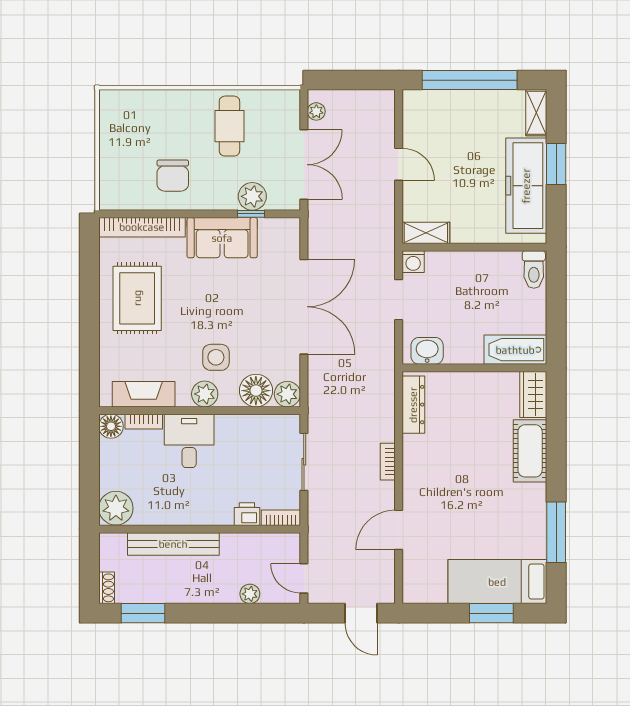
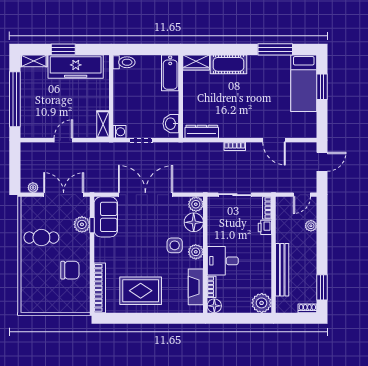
sofa: (222, 238) -> (106, 217), moved

